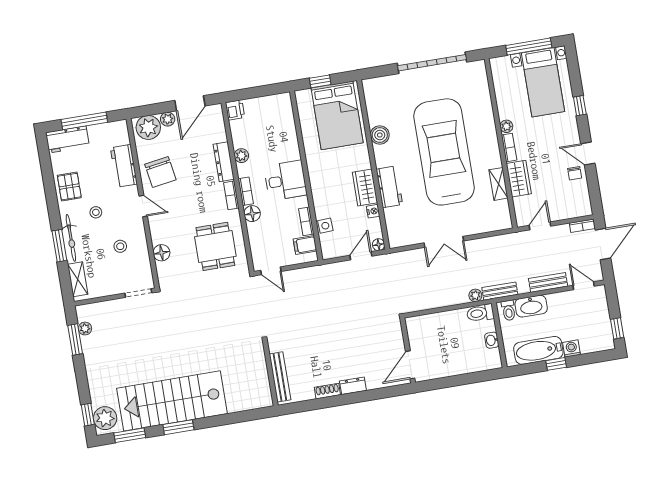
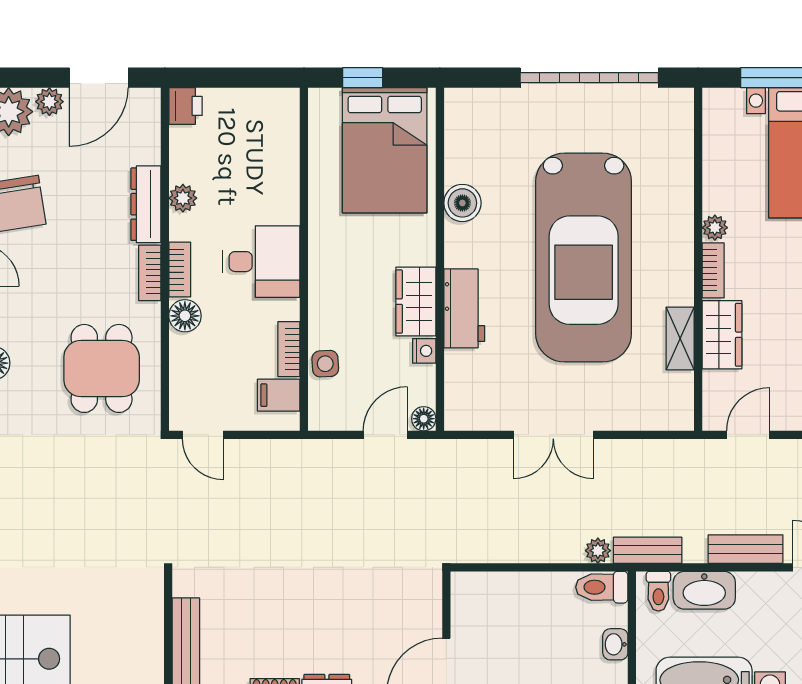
car: (444, 152) -> (584, 258), turned 180

